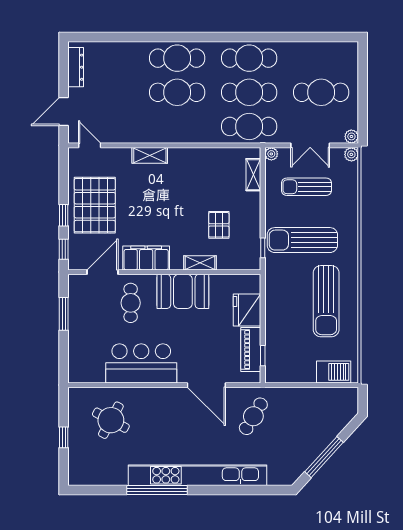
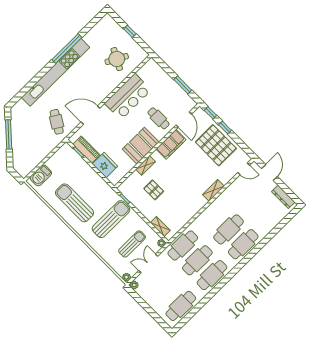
cafe table: (321, 92) -> (181, 306), moved

